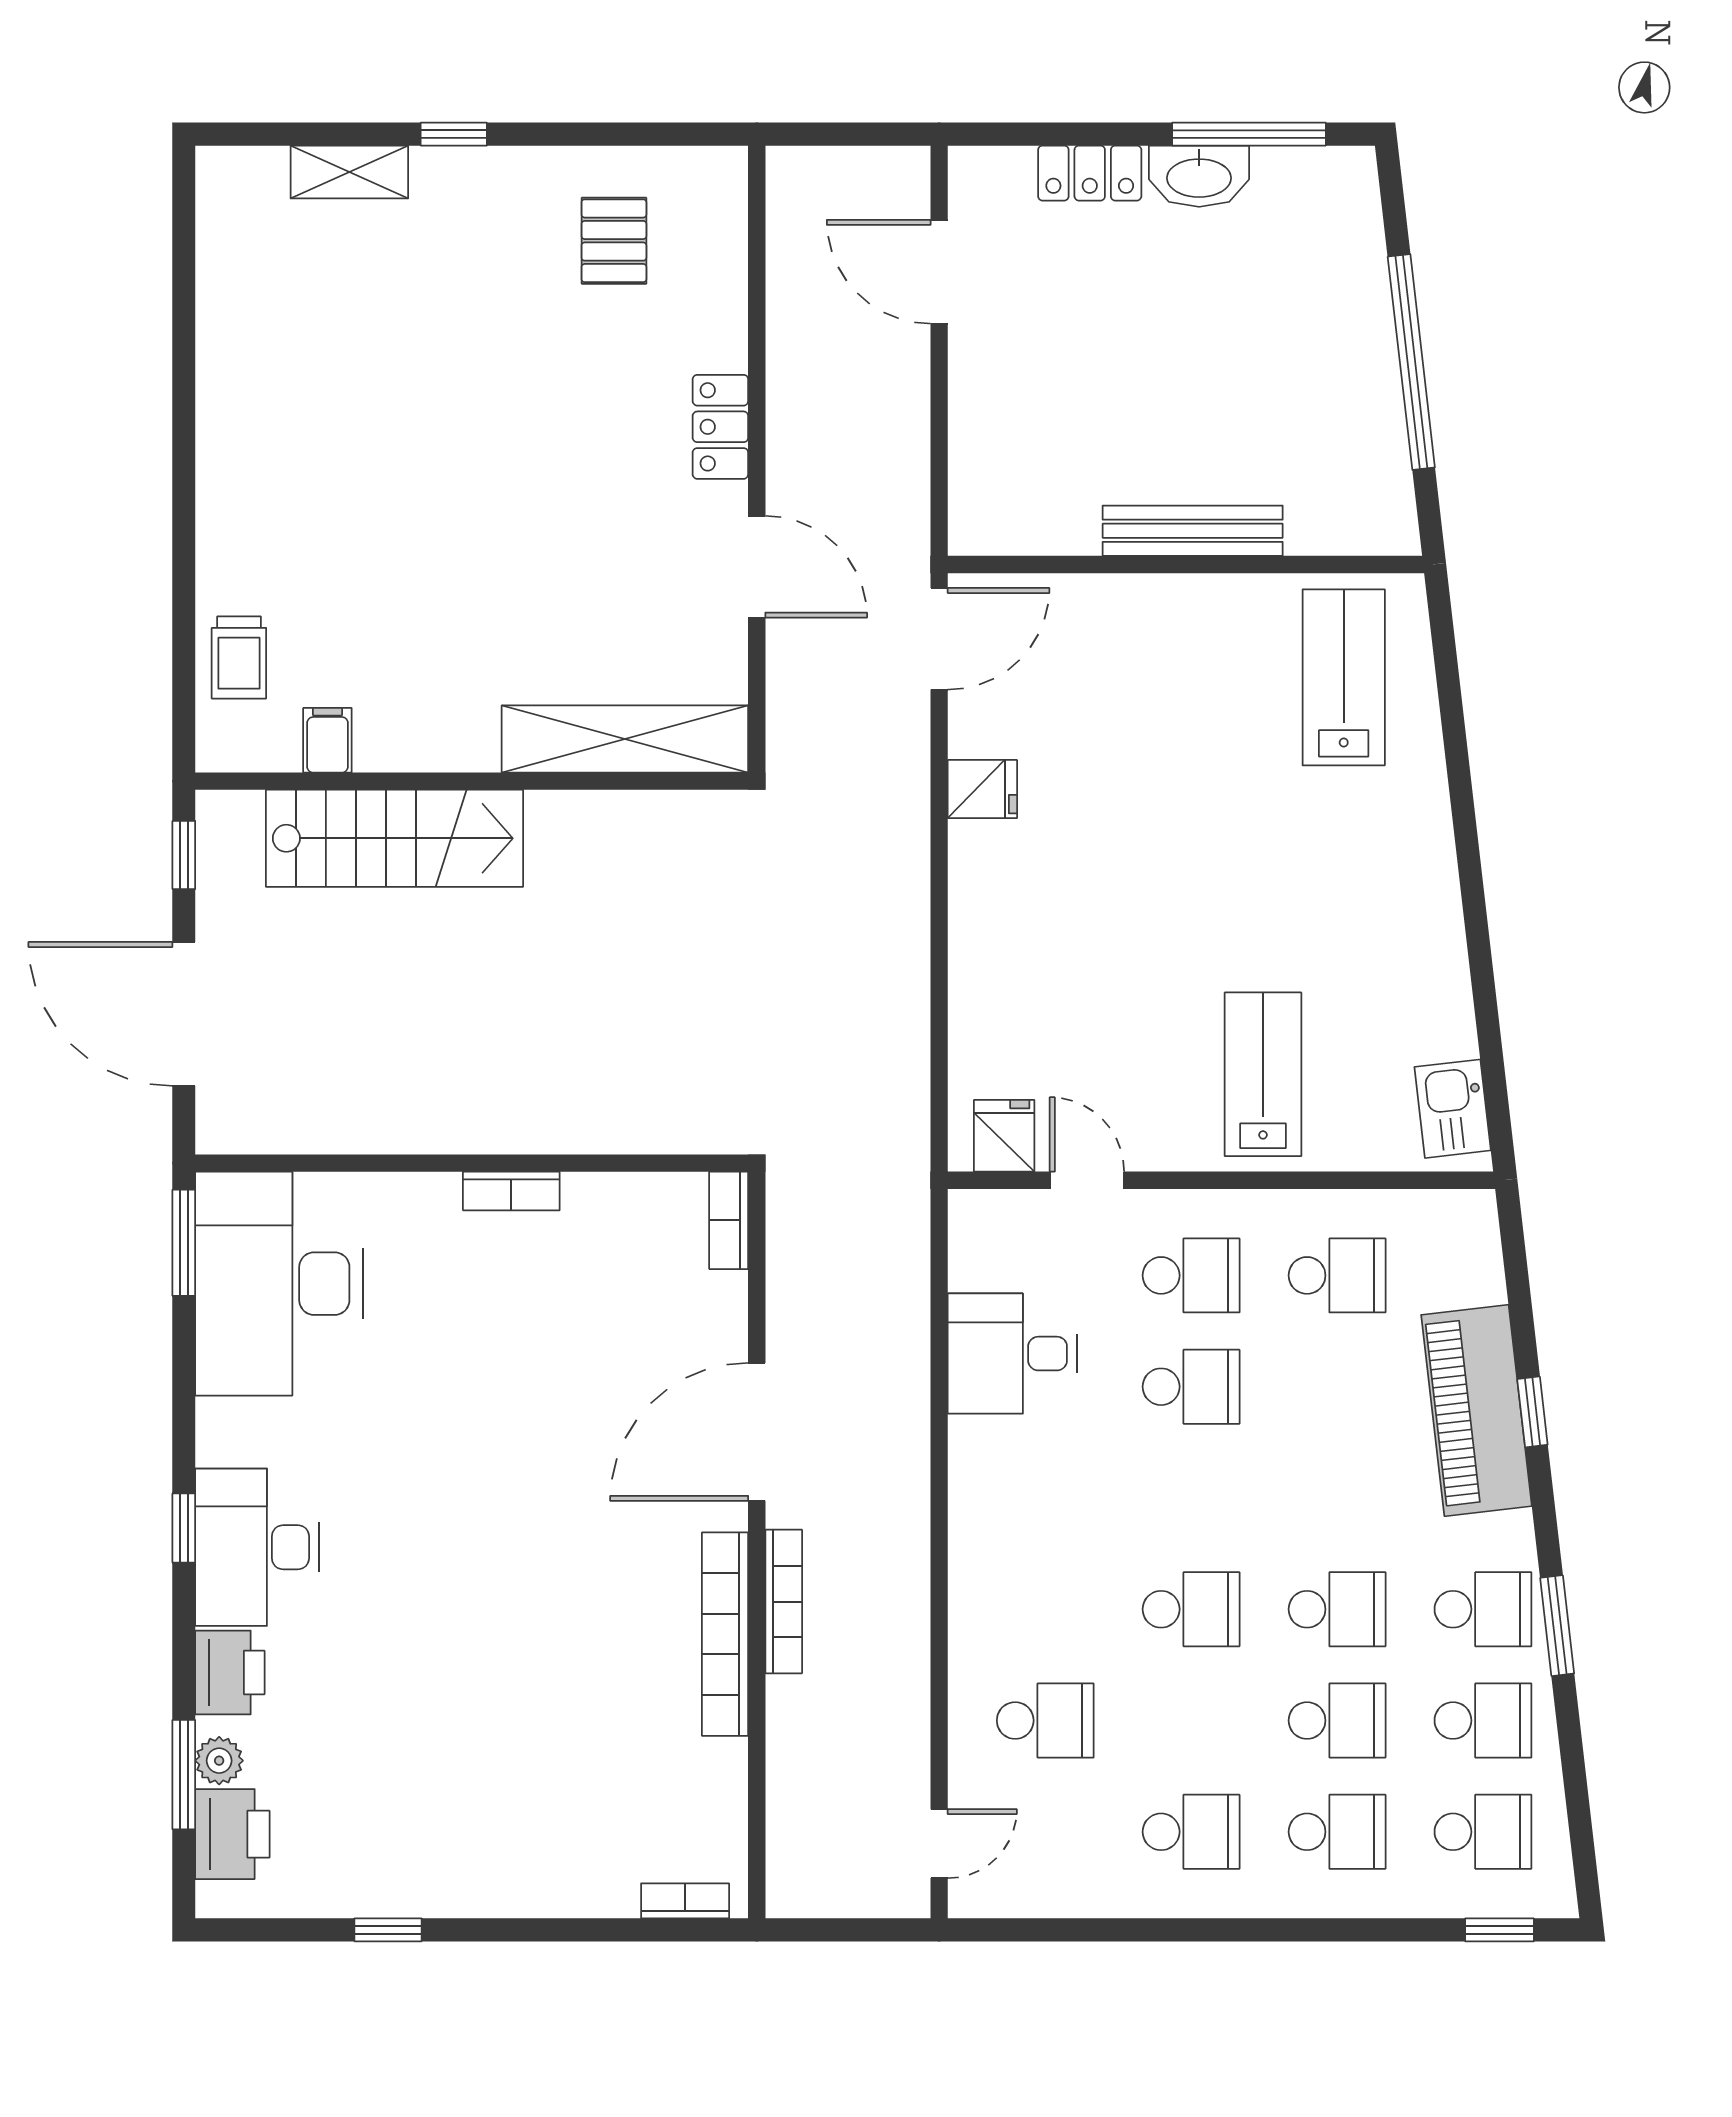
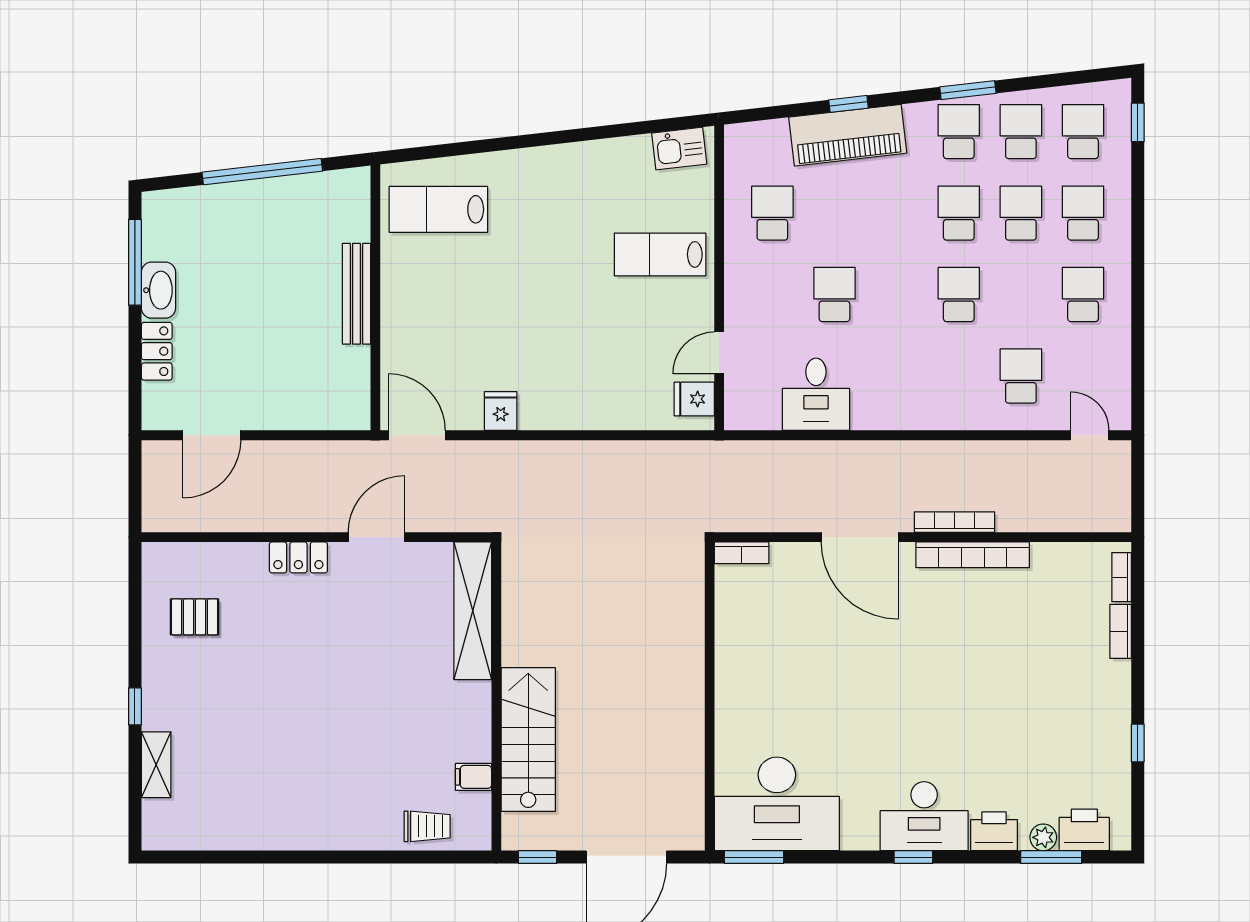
bookcase: (511, 1191) -> (1121, 631), moved, turned 180
school desk: (1191, 1275) -> (772, 295), removed

